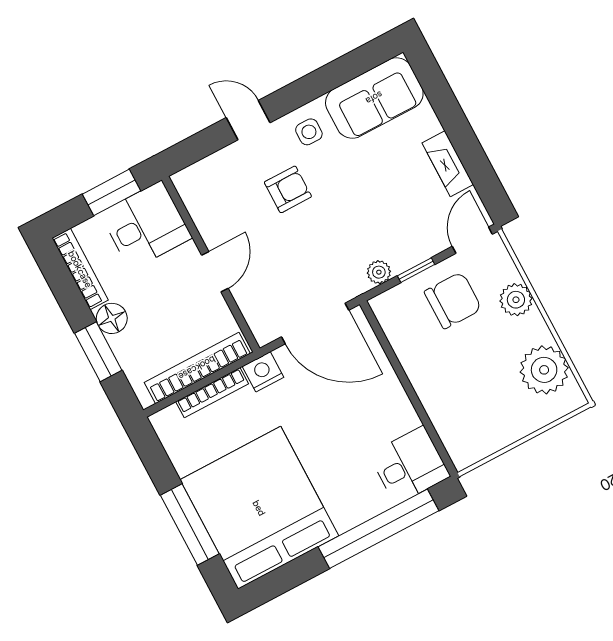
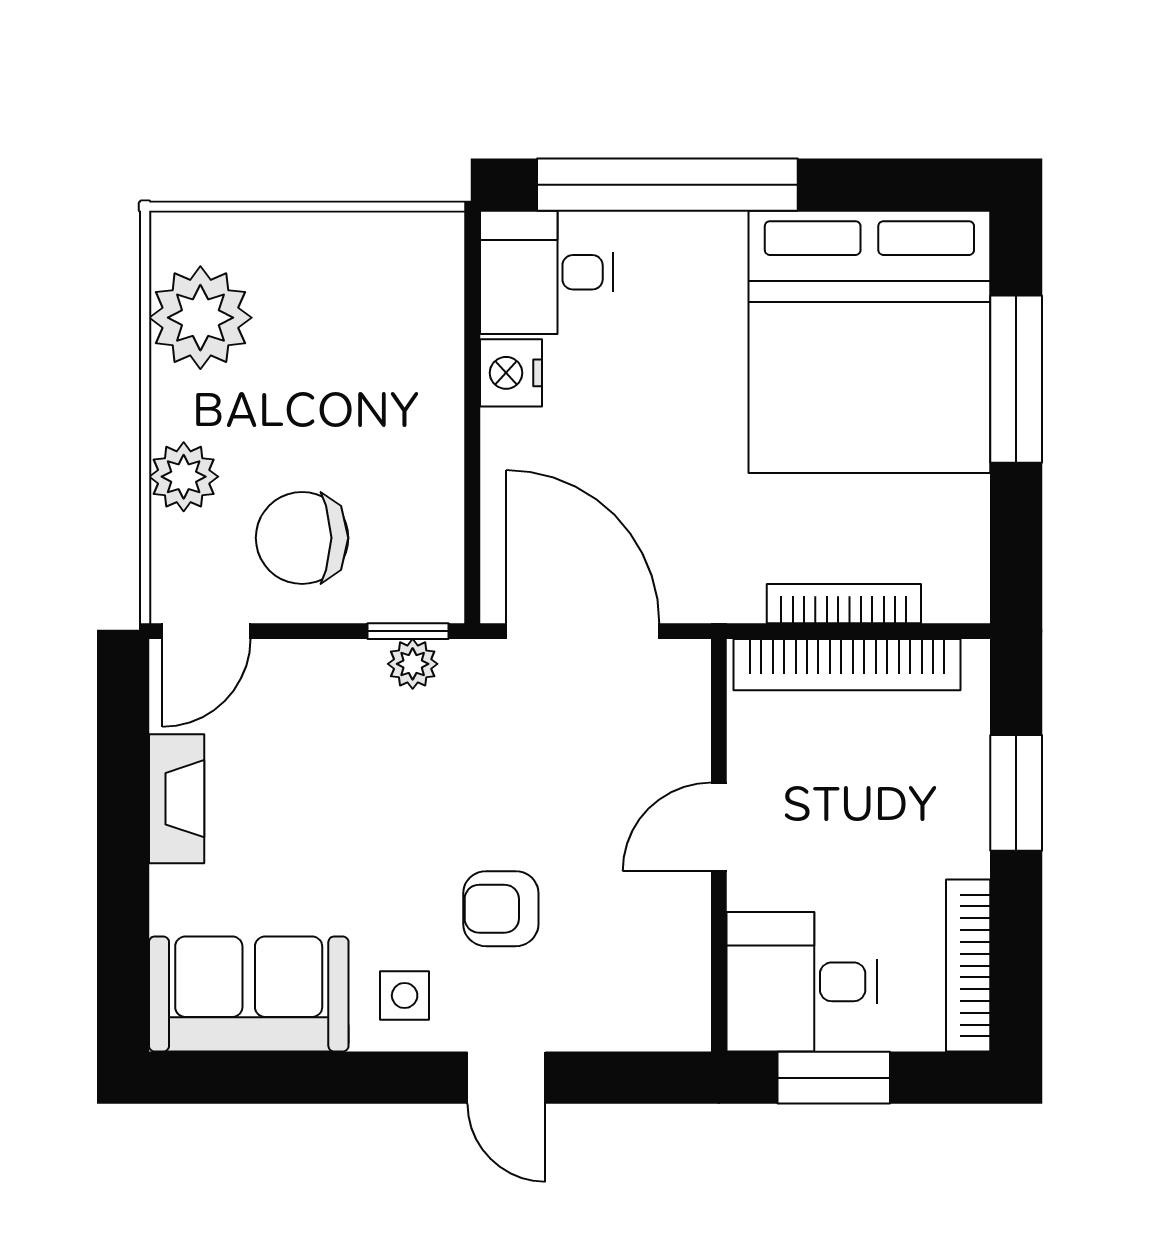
window: (416, 270) -> (408, 631), moved
floor lamp: (112, 318) -> (958, 842), removed
nightstand: (263, 372) -> (511, 373), moved, turned 90

